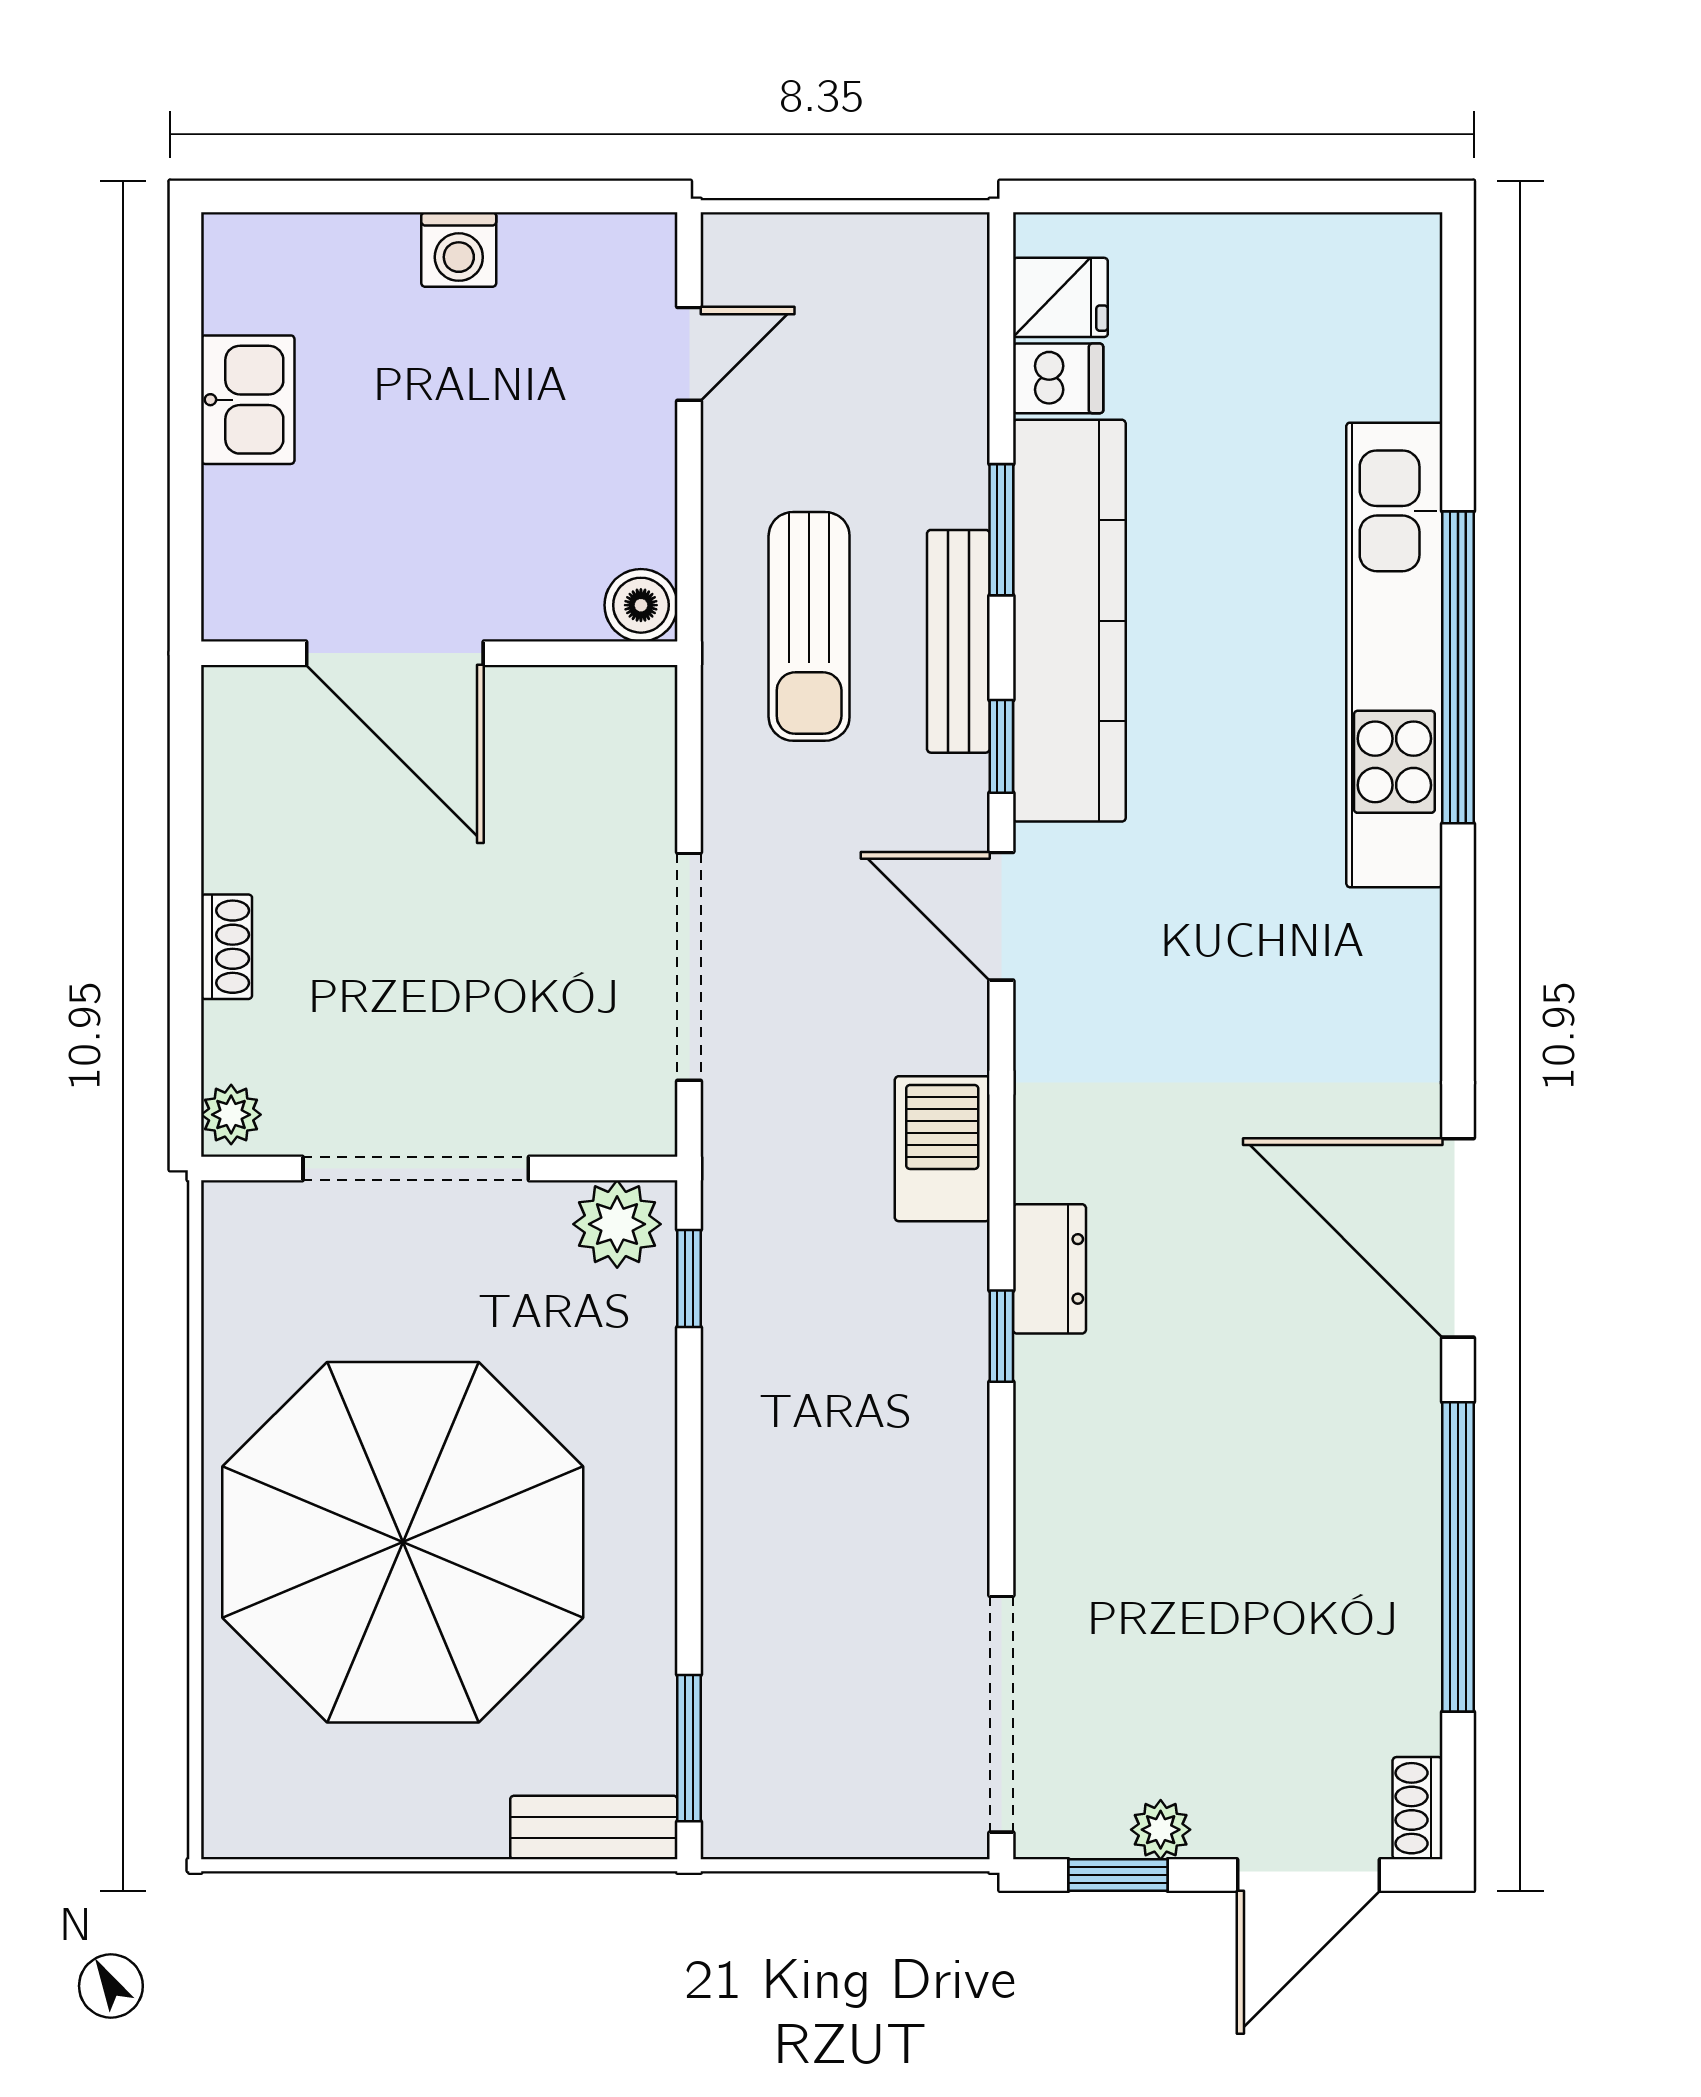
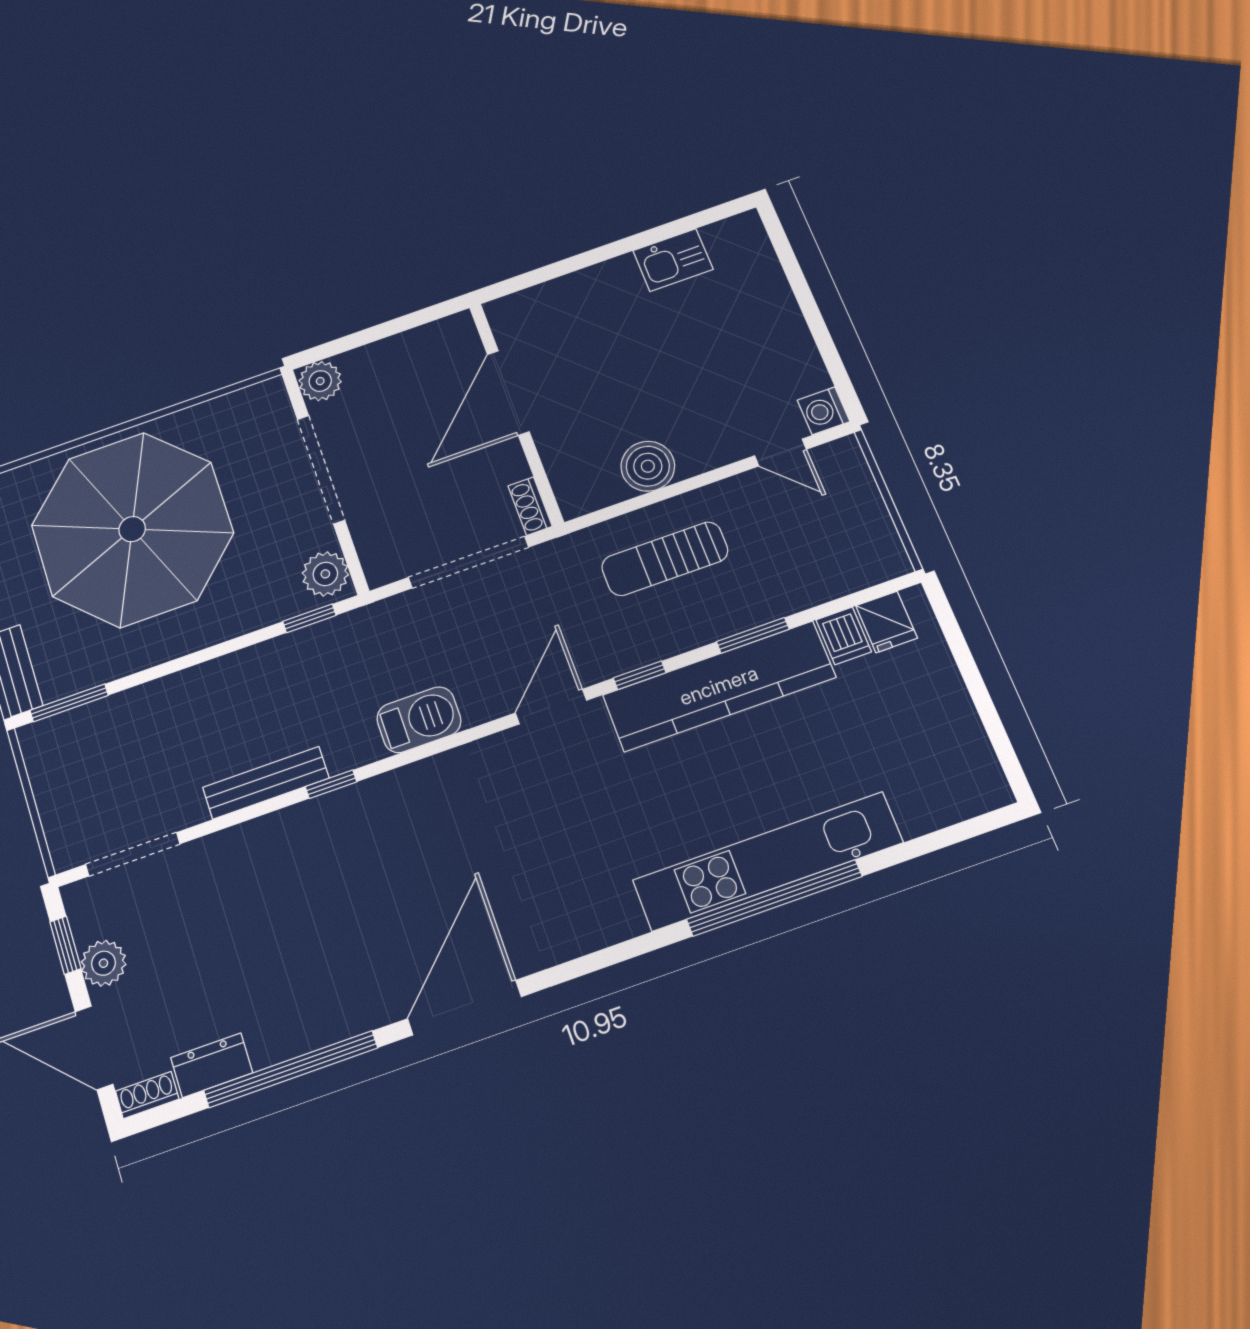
washing machine: (459, 250) -> (824, 411), moved
boiler: (641, 605) -> (648, 466), width x1.36, depth x1.36
bench: (958, 641) -> (266, 783), moved
door: (395, 653) -> (508, 393), moved
wall: (439, 653) -> (516, 413), moved
shoe rack: (227, 947) -> (530, 506), moved, turned 90
plant: (231, 1115) -> (320, 381), width x1.38, depth x1.38
dresser: (1049, 1269) -> (212, 1065), moved, turned 180
doorway: (1001, 1714) -> (133, 854), width x0.73
plant: (1161, 1830) -> (103, 963), width x1.38, depth x1.38

